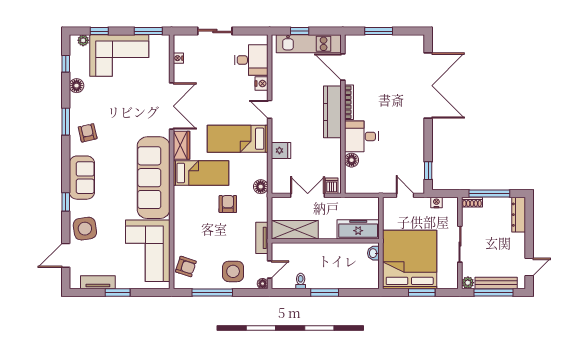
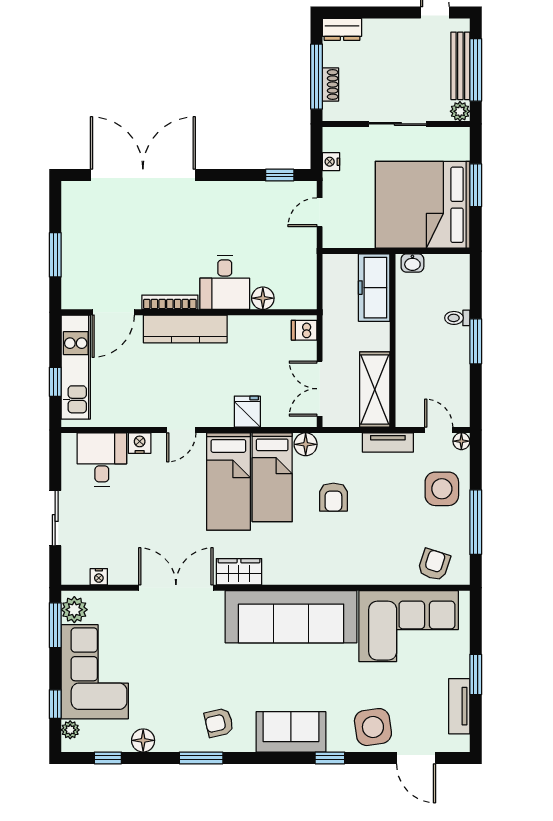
plant: (158, 43) -> (74, 610), added
bed: (201, 173) -> (272, 477), moved, turned 180
double door: (308, 195) -> (320, 389), moved
shoe rack: (472, 202) -> (331, 85), moved
armchair: (228, 204) -> (333, 497), turned -90
dresser: (519, 215) -> (342, 29), width x0.70
toilet: (301, 281) -> (457, 318), moved

